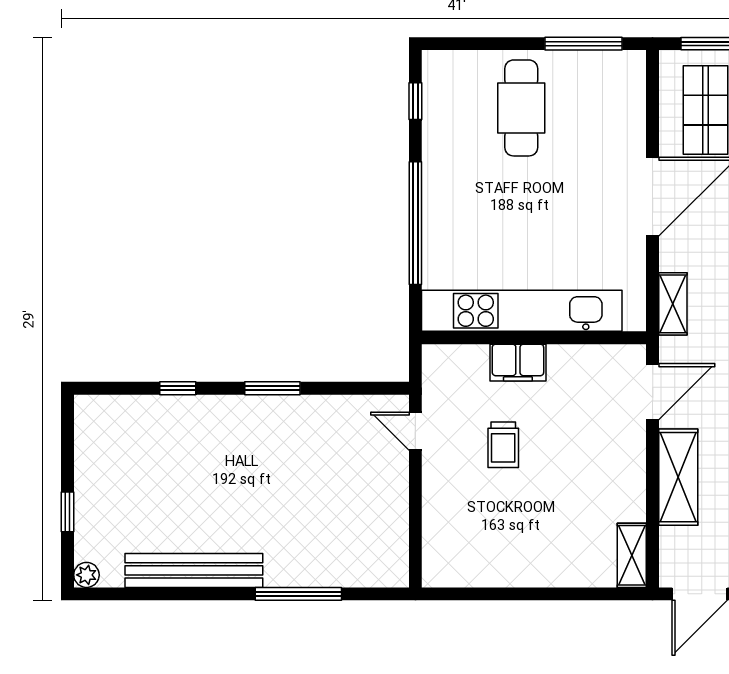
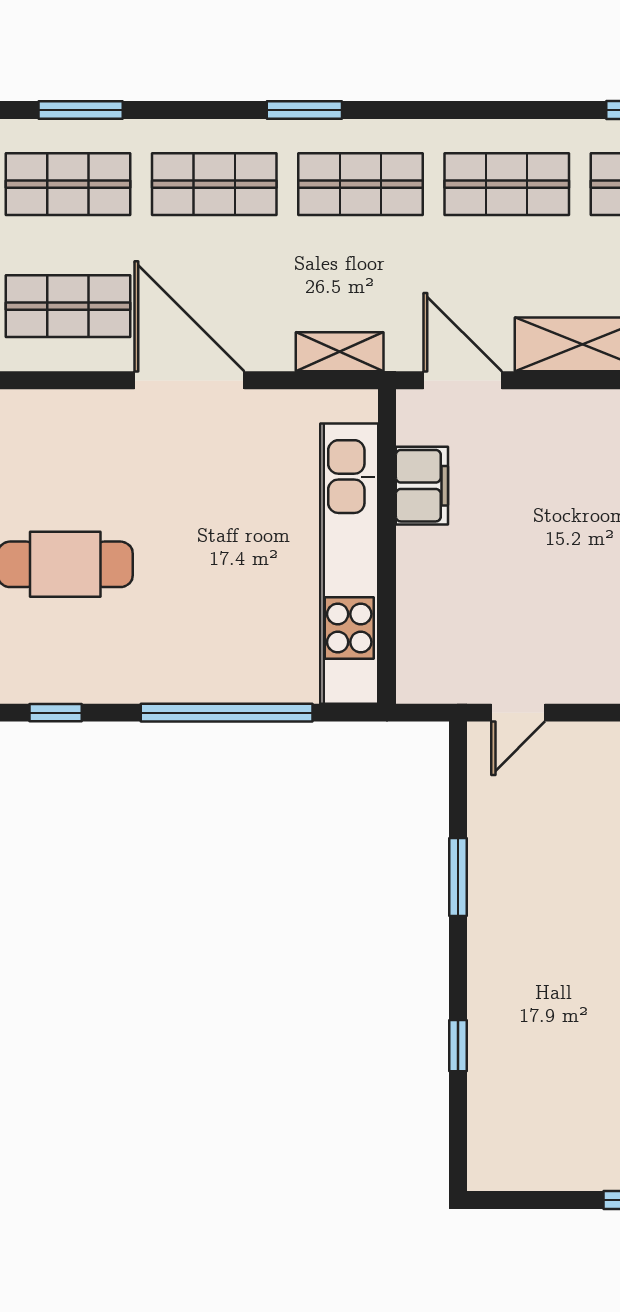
filing cabinet: (518, 363) -> (422, 486), moved
window: (272, 388) -> (458, 877), moved
trolley: (503, 445) -> (537, 590), removed

